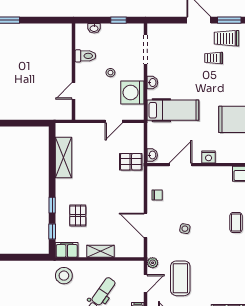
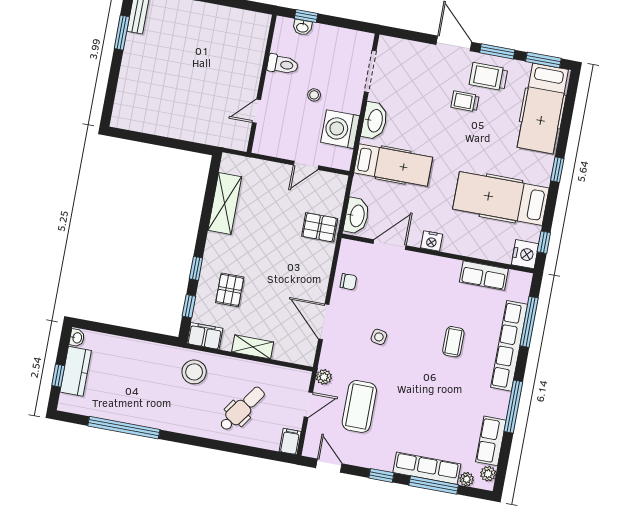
window: (118, 20) -> (306, 16), moved
washbasin: (152, 82) -> (374, 121), width x1.91, depth x1.45
washbasin: (152, 155) -> (357, 216), width x1.91, depth x1.45

